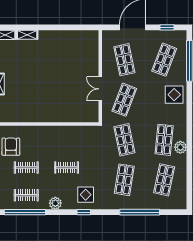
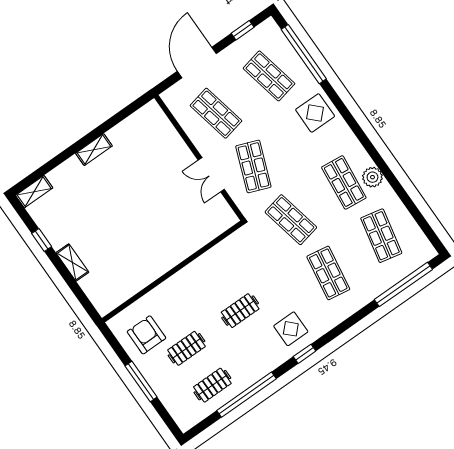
shelving: (27, 35) -> (94, 150), moved
shop shelf: (164, 60) -> (269, 76), turned -33
plant: (55, 203) -> (258, 368), removed
window: (25, 212) -> (247, 395), moved
window: (140, 212) -> (403, 284), moved

